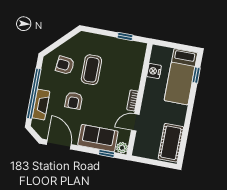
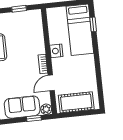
nightstand: (154, 71) -> (56, 51), moved
cot: (171, 143) -> (76, 102), moved, turned 90

